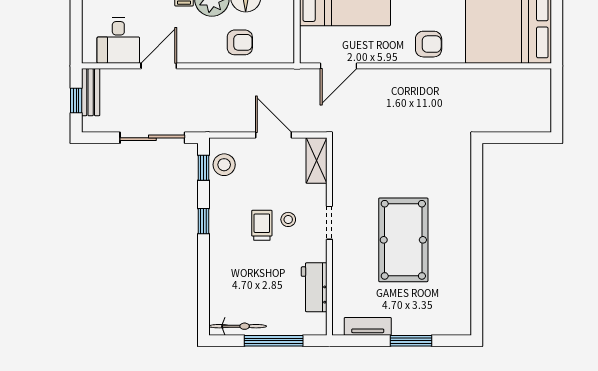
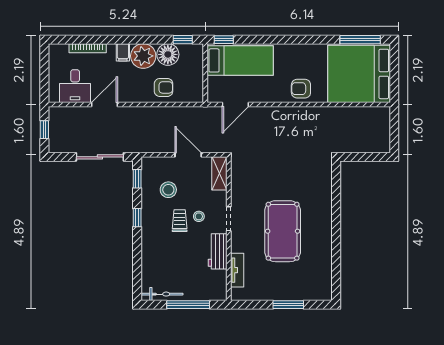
armchair: (429, 44) -> (301, 89), turned 180
bench: (91, 92) -> (55, 124), removed
stool: (224, 165) -> (168, 190), moved
workbench: (314, 287) -> (218, 251), moved
tv unit: (368, 326) -> (237, 270), moved, turned 90

